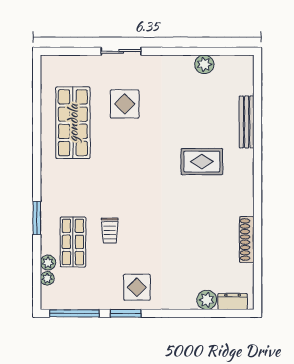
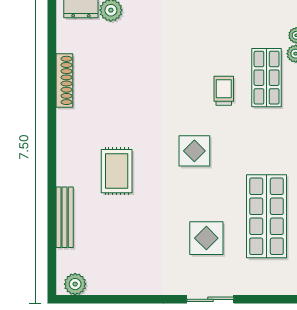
plant: (204, 64) -> (75, 284), moved
rug: (202, 162) -> (117, 171), turned 90
display table: (137, 287) -> (194, 151), moved

